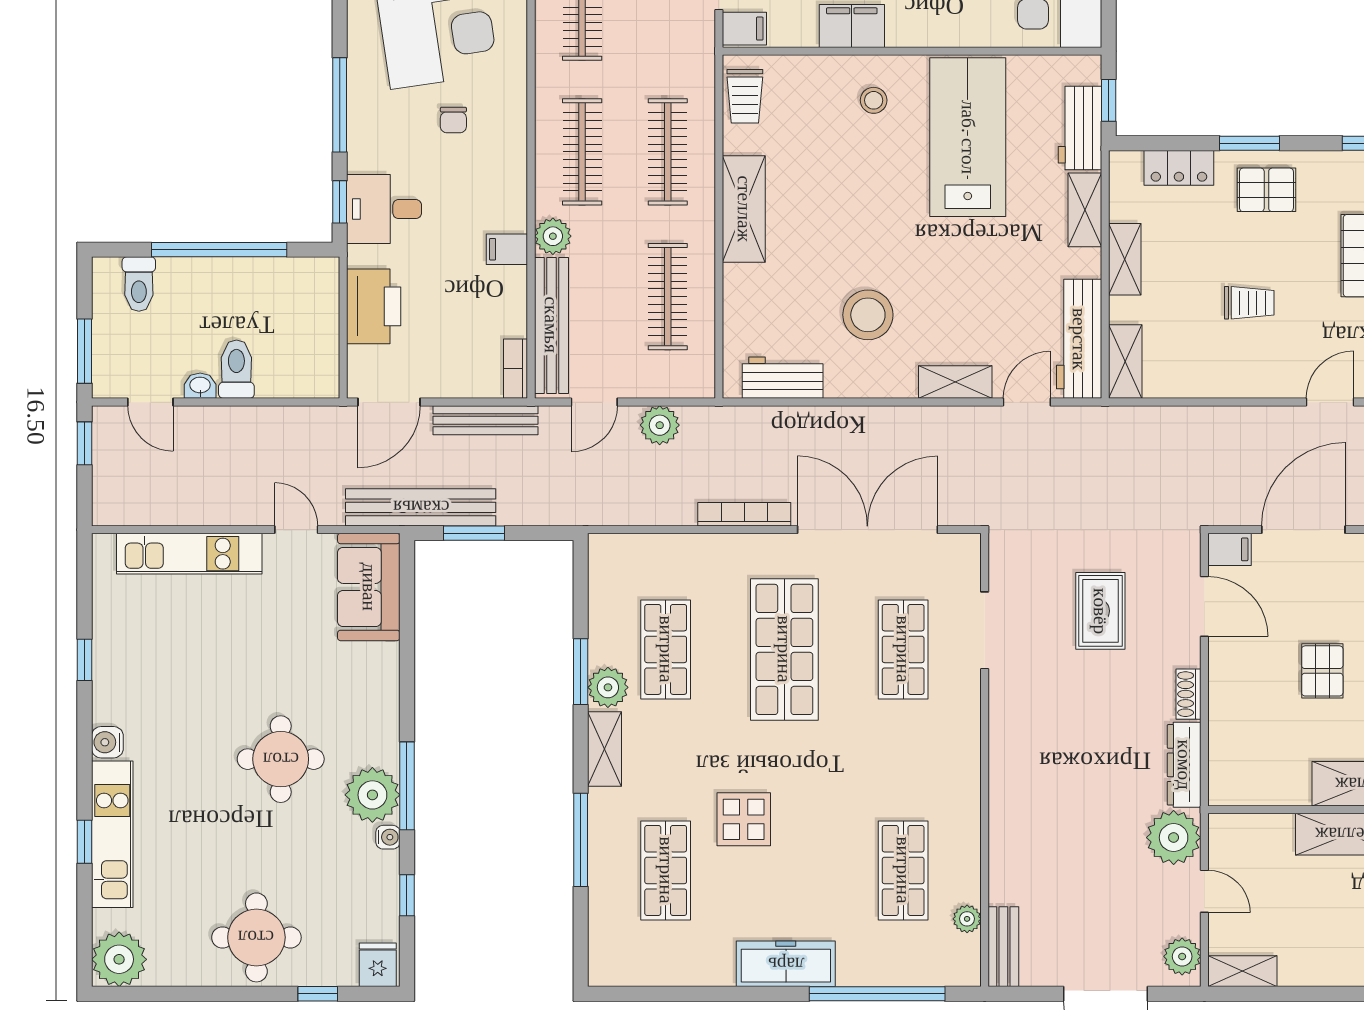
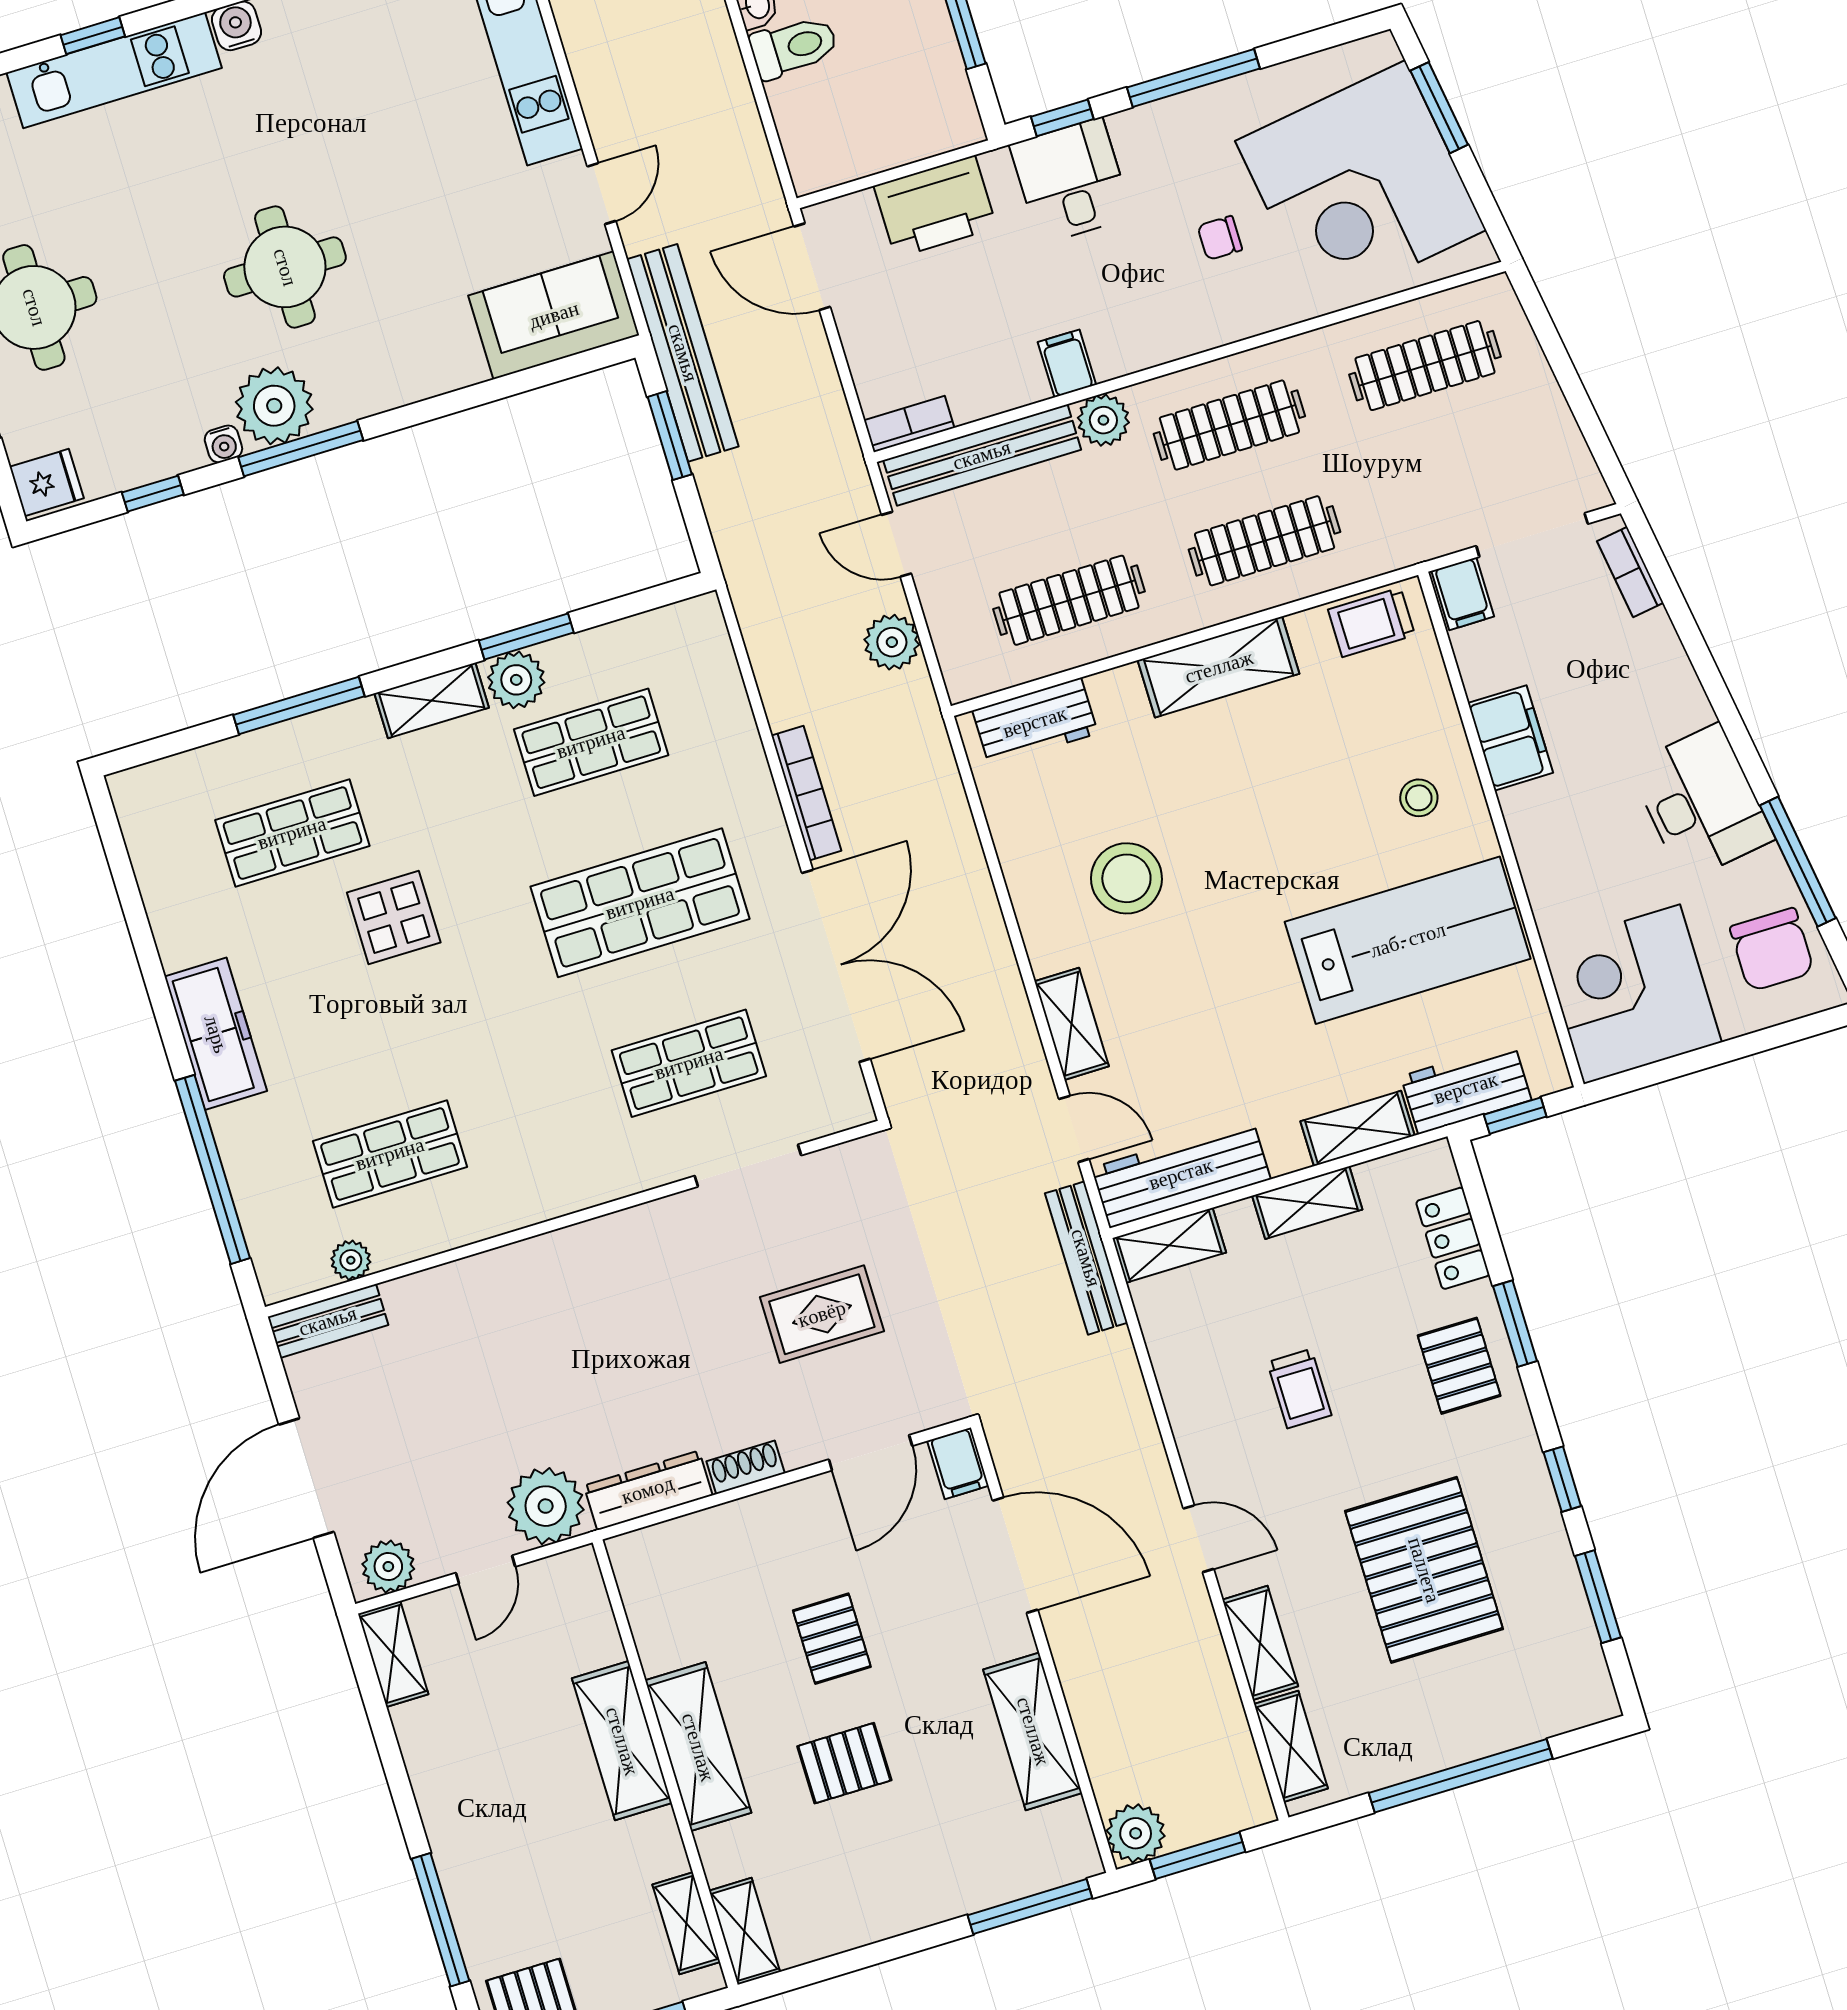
workbench: (783, 378) -> (1035, 722), moved, turned 90
bench: (486, 420) -> (1086, 1258), moved
pallet: (1322, 671) -> (832, 1639), turned 90

